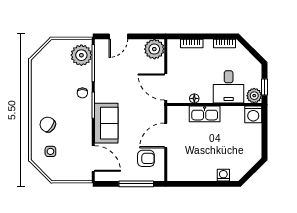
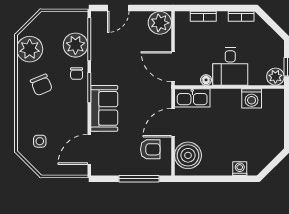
plant: (81, 55) -> (75, 45), moved
plant: (42, 72) -> (30, 49), added
desk: (229, 87) -> (230, 67), moved
kitchen sink: (205, 114) -> (192, 98), moved
washing machine: (253, 114) -> (252, 98), moved
chair: (48, 125) -> (41, 85), moved, turned -147
door: (93, 159) -> (89, 149), swing flipped
boiler: (179, 164) -> (188, 155), added

